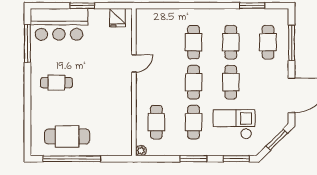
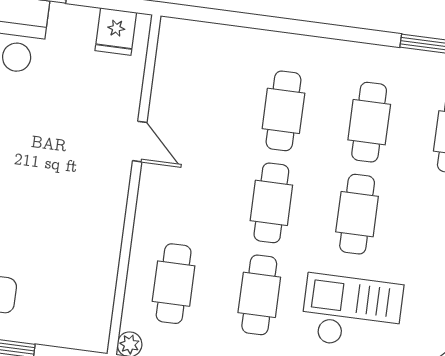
door: (134, 63) -> (140, 142), hinge flipped

